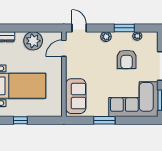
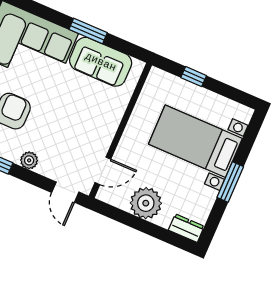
sofa: (76, 96) -> (101, 62), moved, turned -90
window: (20, 120) -> (194, 77), moved

